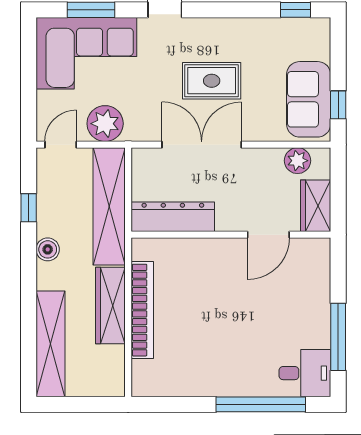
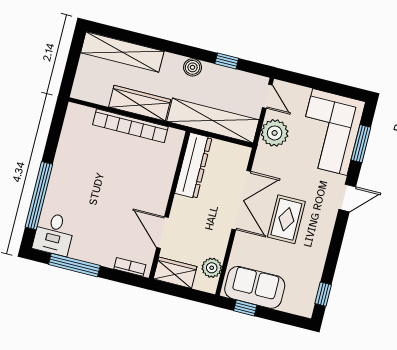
bookcase: (323, 265) -> (130, 267), added

